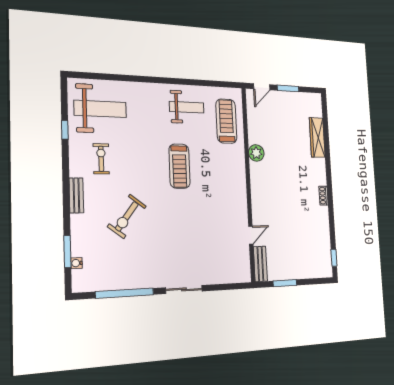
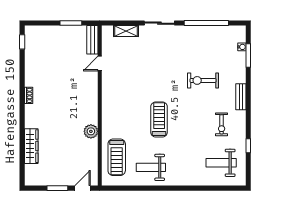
weight bench: (100, 109) -> (221, 163), width x0.73, depth x0.75
exercise bike: (127, 216) -> (203, 80), turned -127
shelving: (223, 277) -> (126, 31), added

